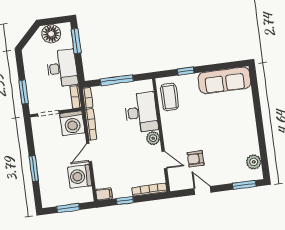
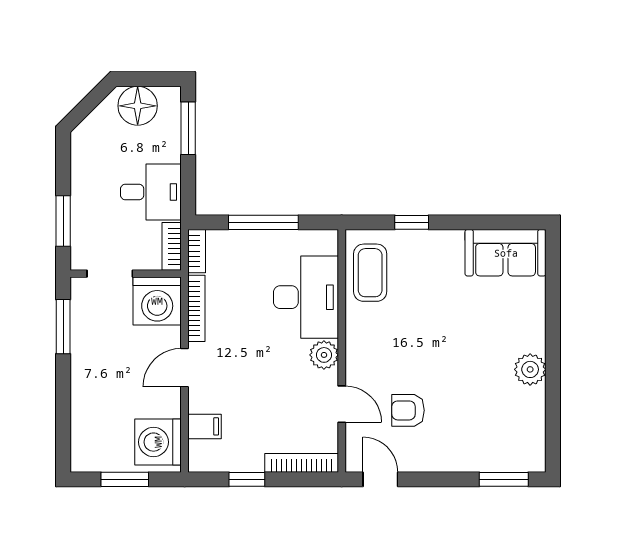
desk: (62, 68) -> (151, 192), width x0.73
sofa: (224, 80) -> (506, 253), width x0.73
plant: (254, 162) -> (530, 369), moved
window: (34, 169) -> (63, 327), moved
washing machine: (80, 176) -> (158, 442), moved
door: (203, 190) -> (380, 479), moved
filing cabinet: (104, 194) -> (204, 426), moved

